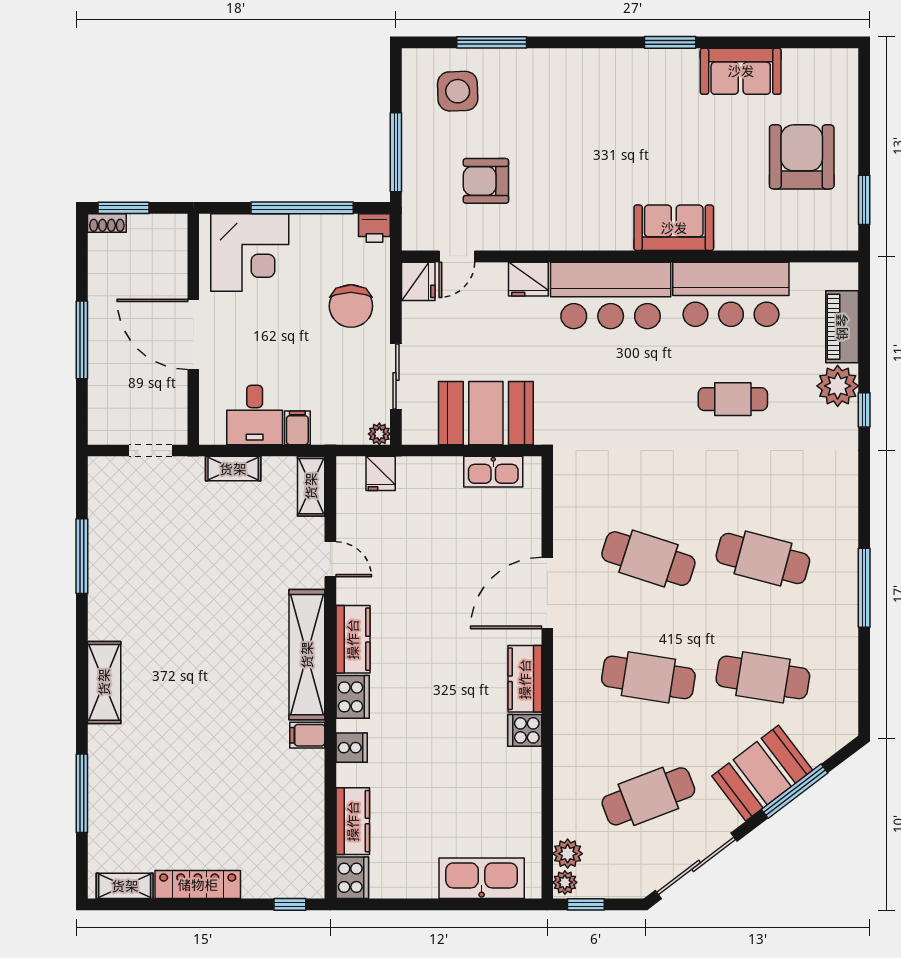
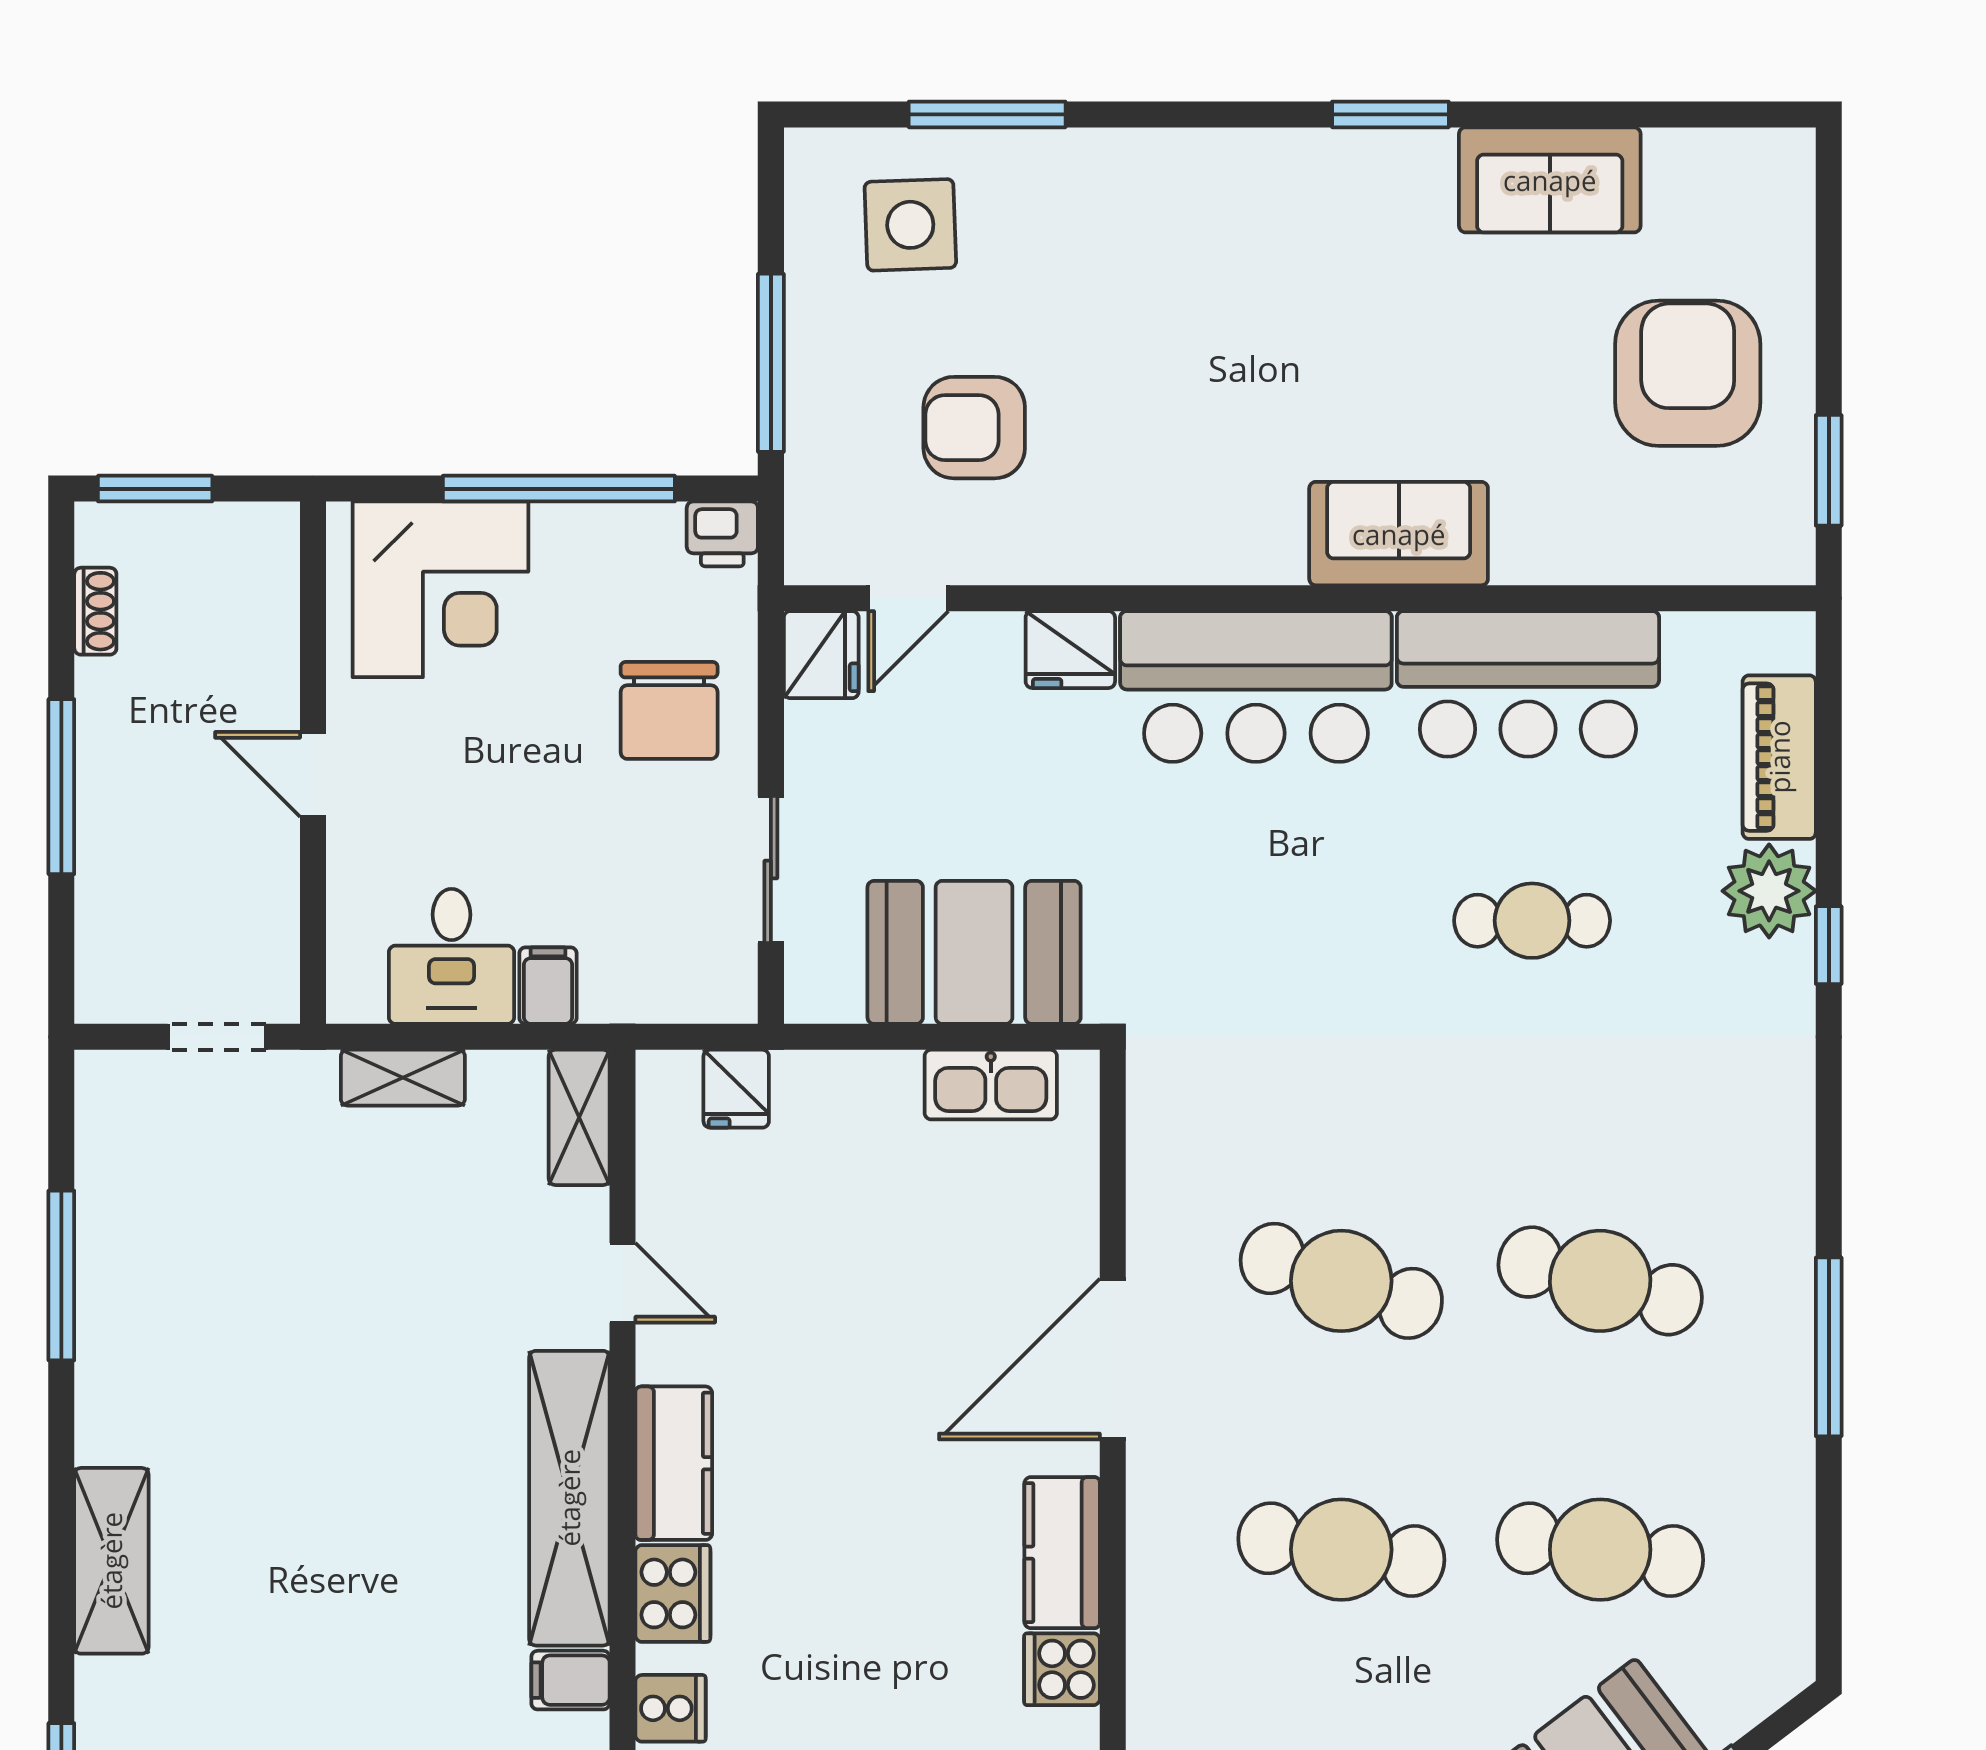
shoe rack: (107, 223) -> (95, 611), moved, turned -90
door: (193, 334) -> (313, 774), width x0.53
plant: (379, 434) -> (733, 999), removed

